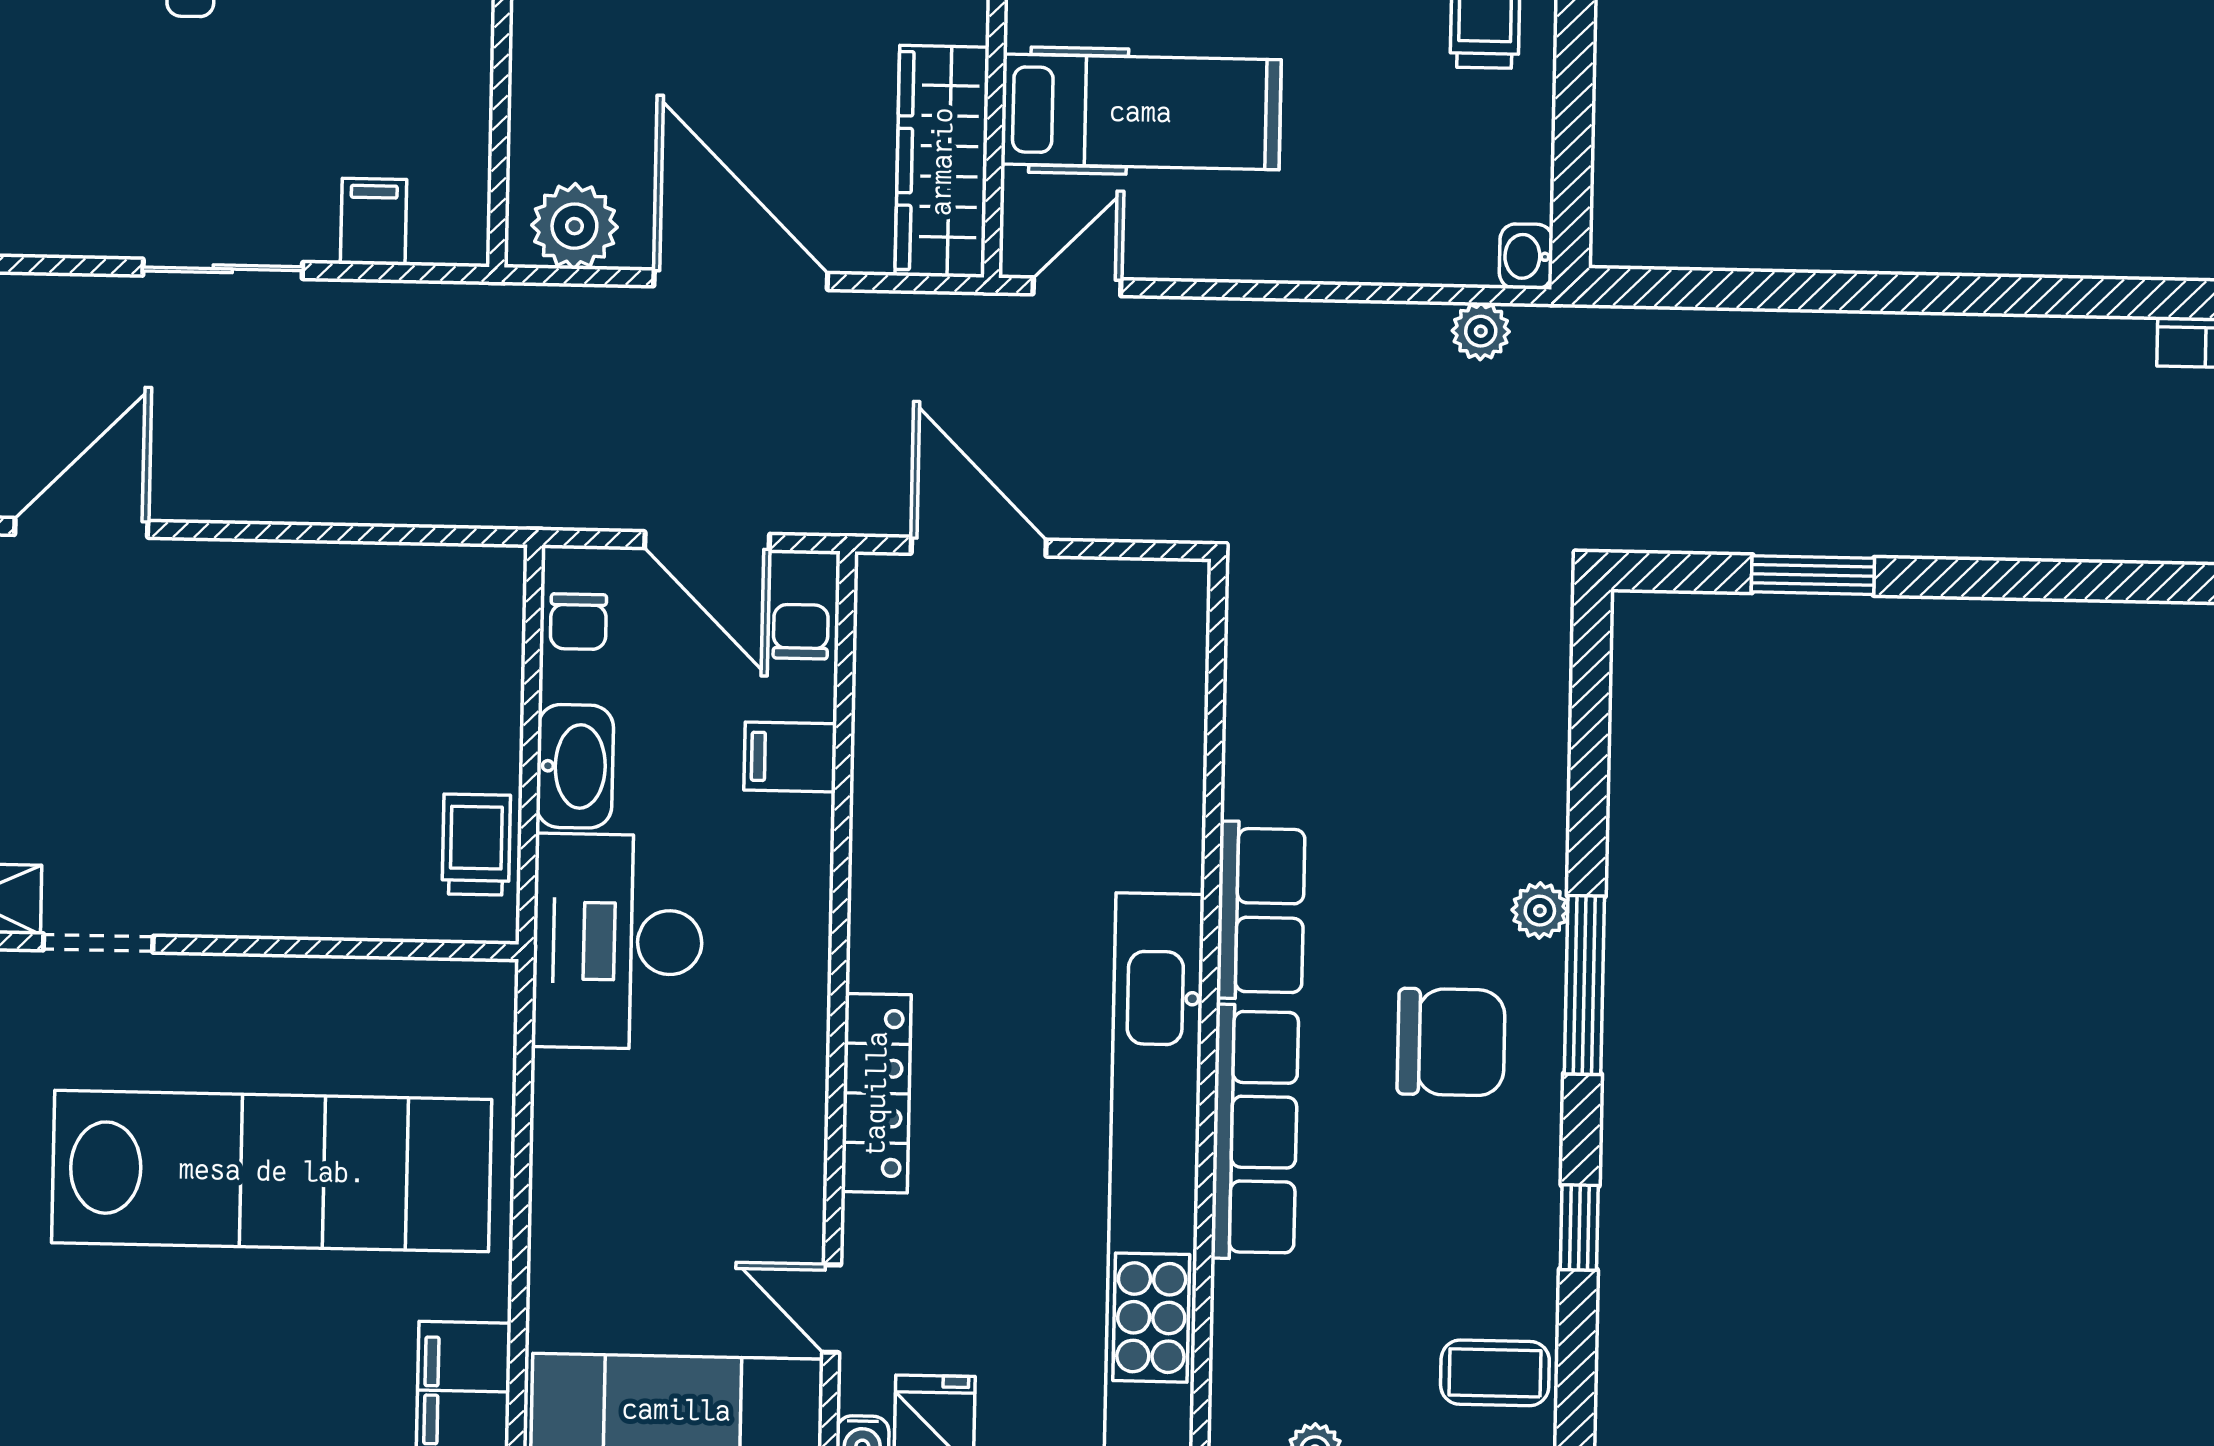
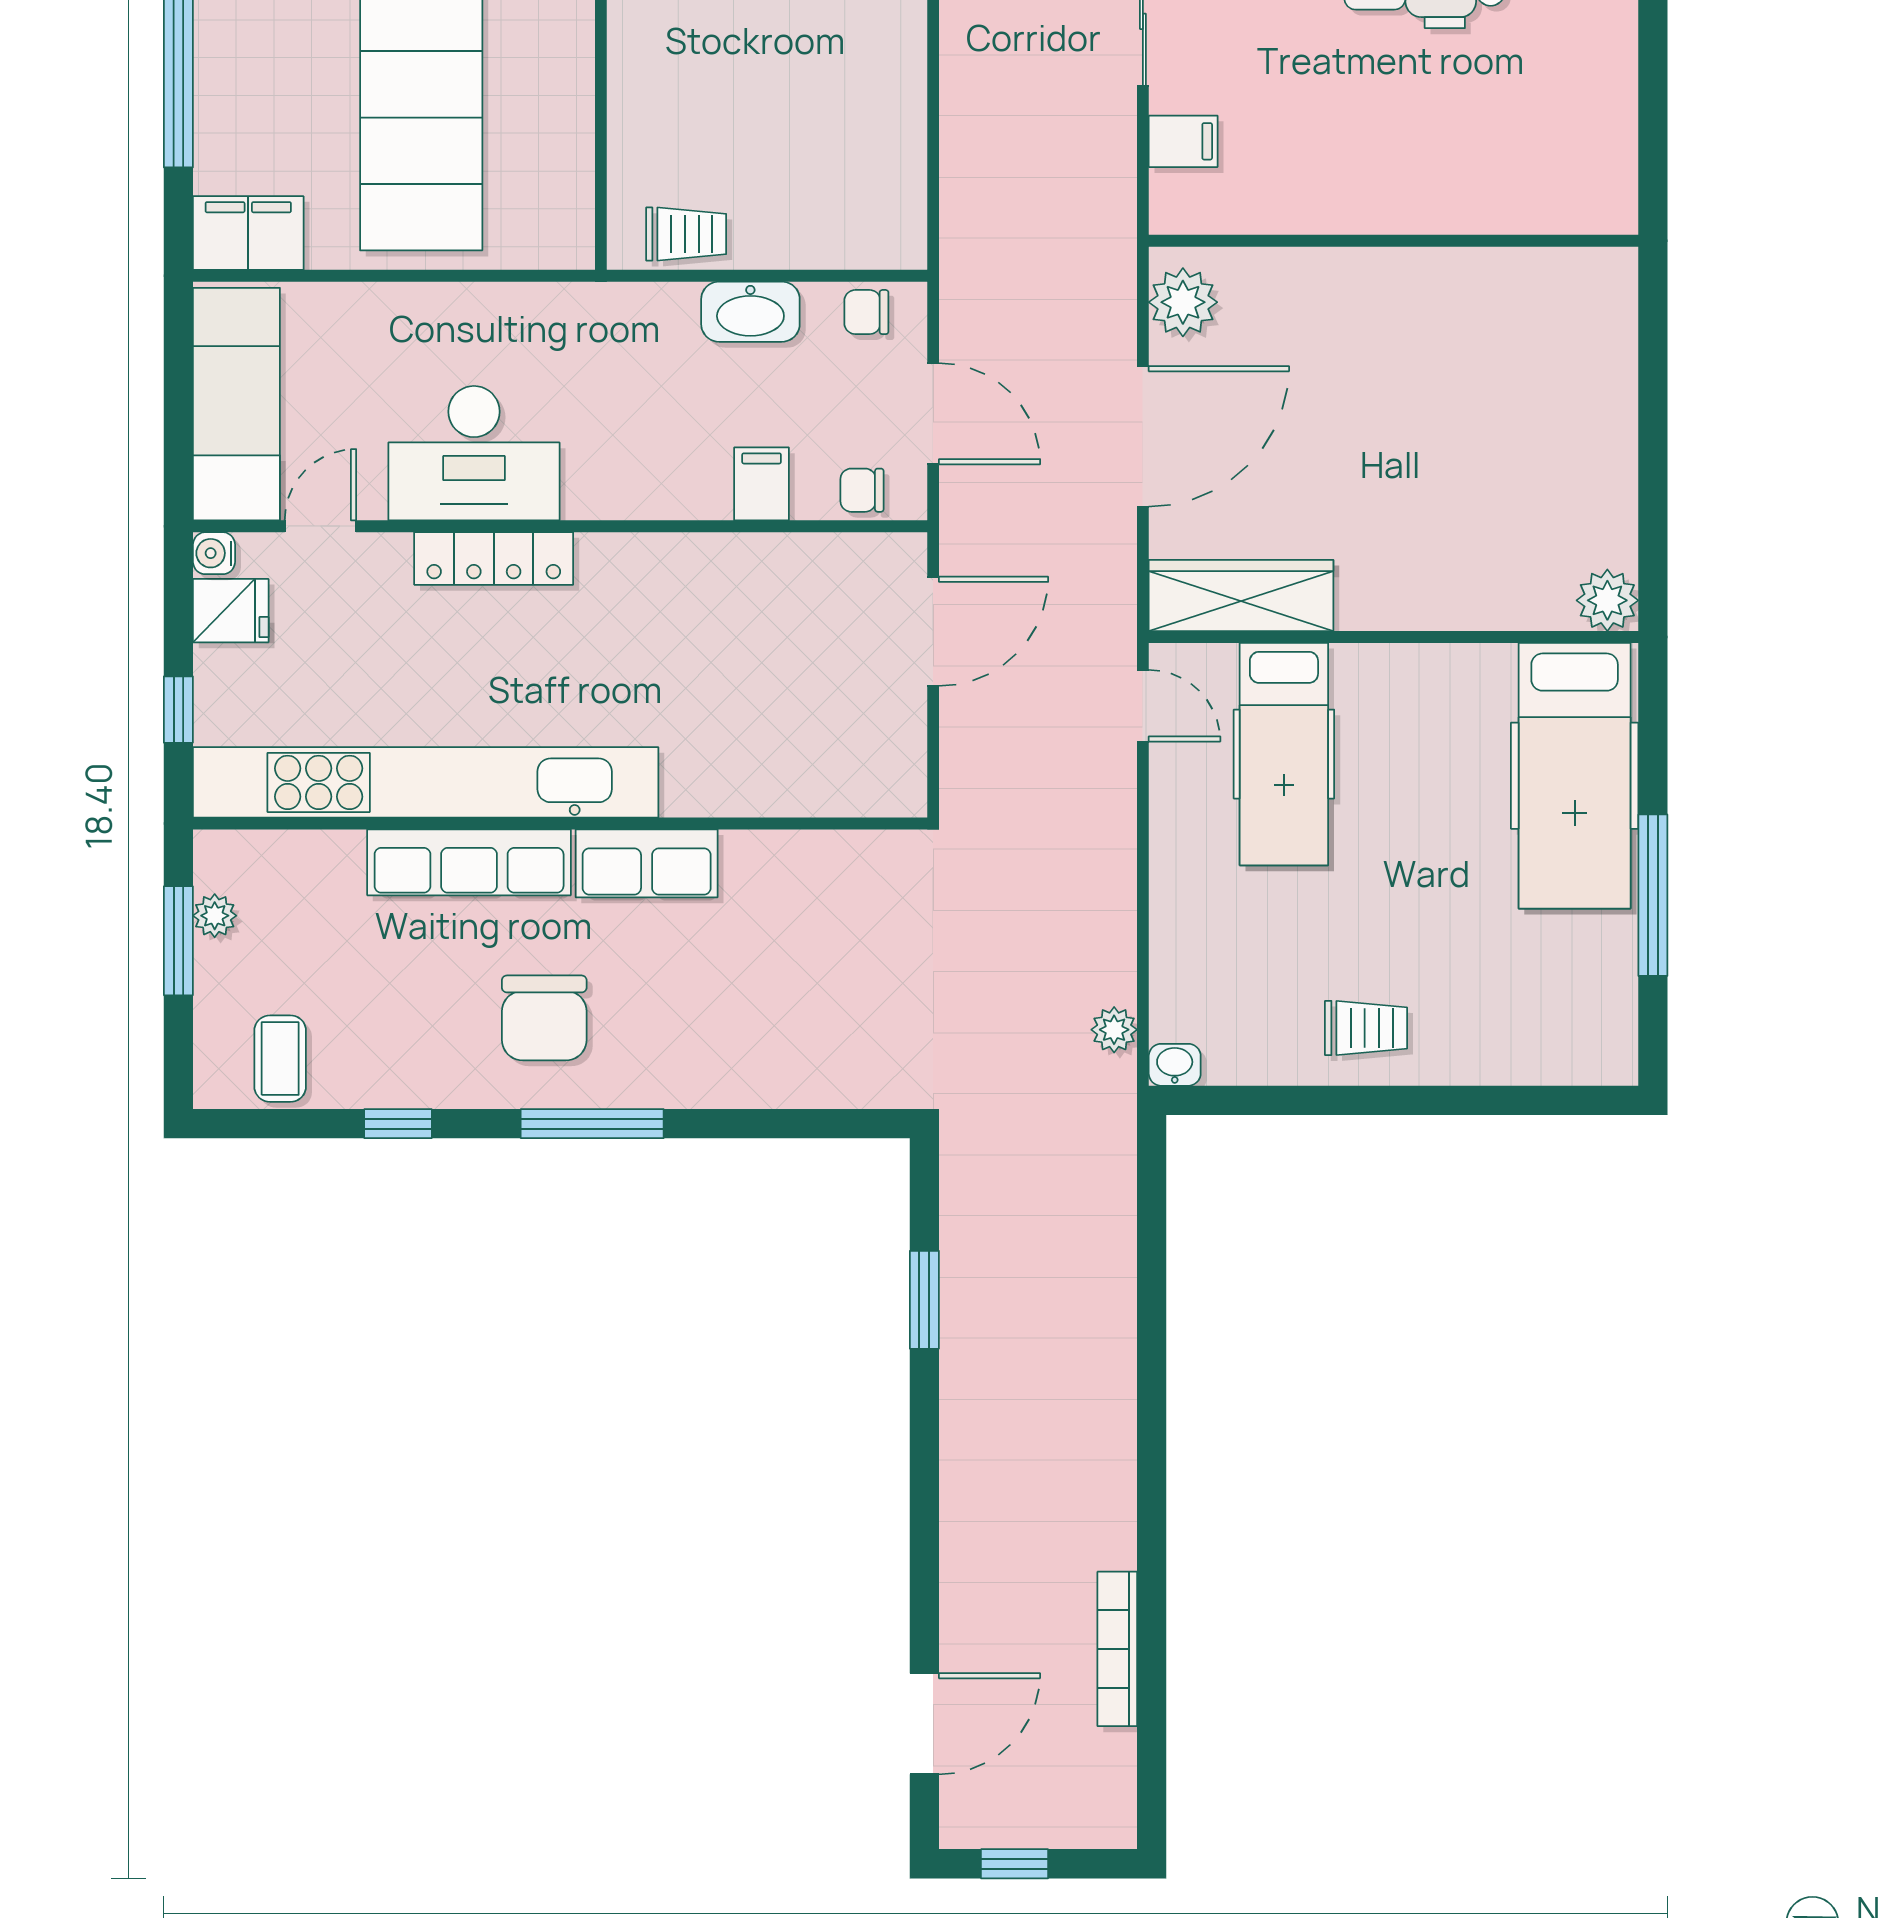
door: (707, 541) -> (933, 414), swing flipped
chair: (801, 632) -> (862, 490), turned 180
plant: (1540, 911) -> (651, 1087), removed
desk: (618, 942) -> (474, 453), moved, turned 180

